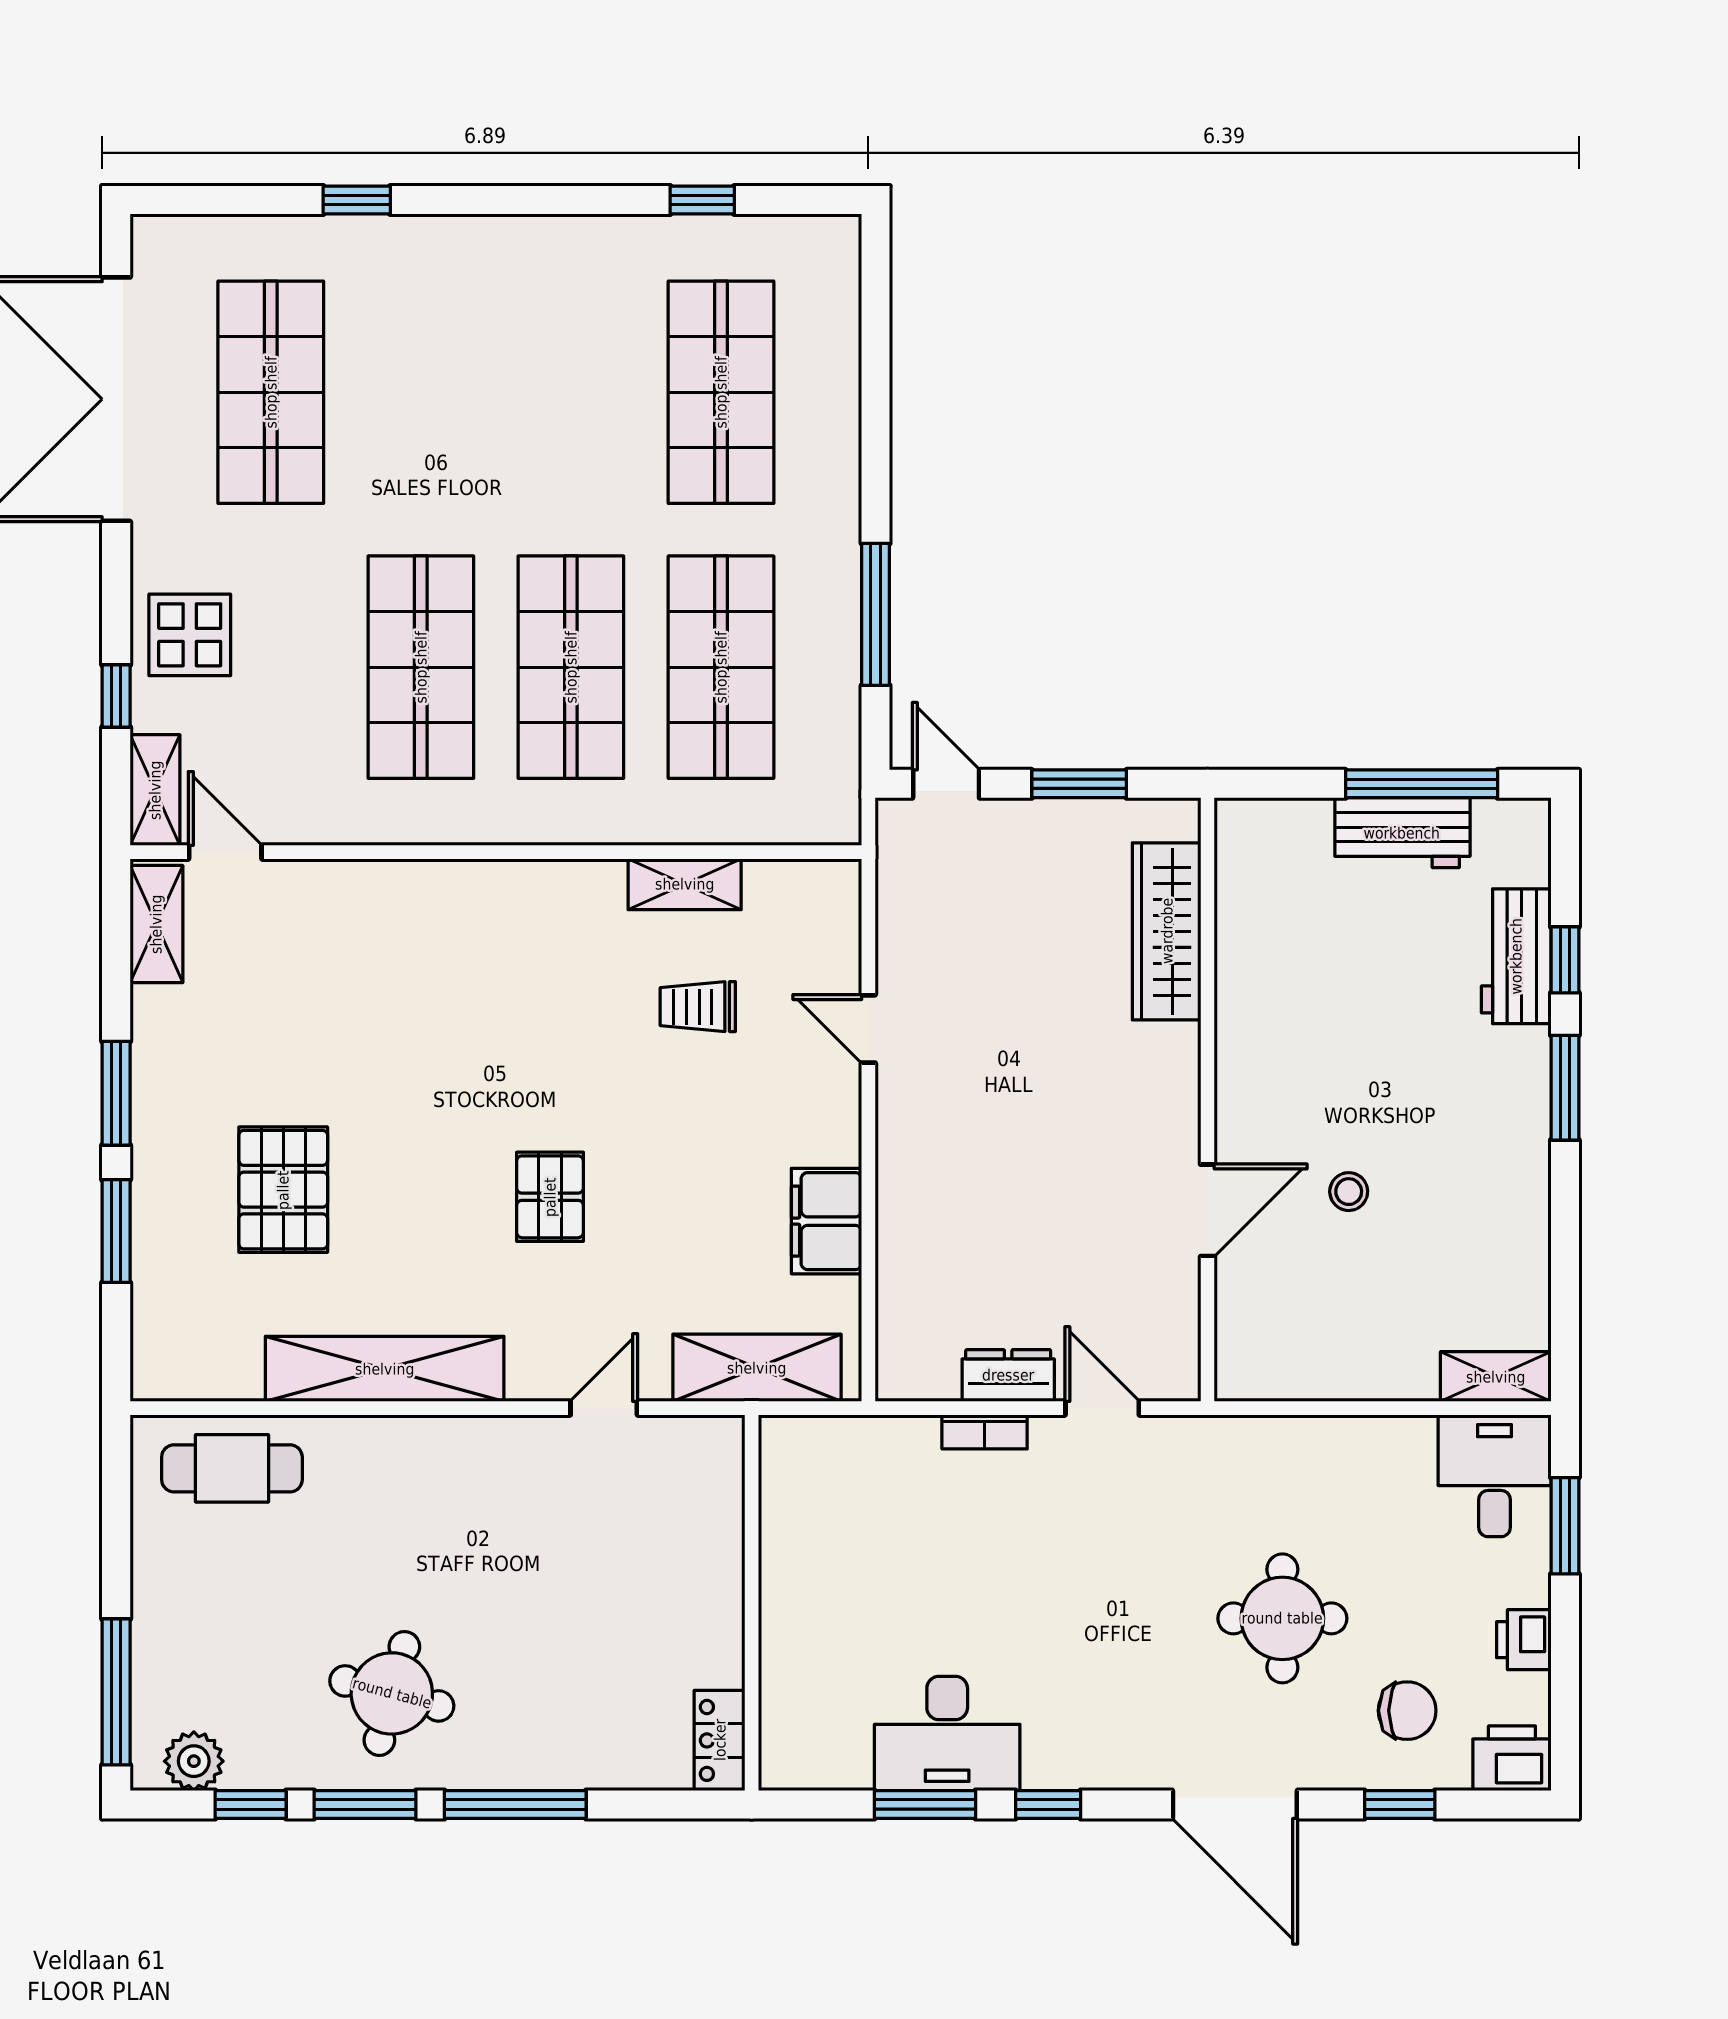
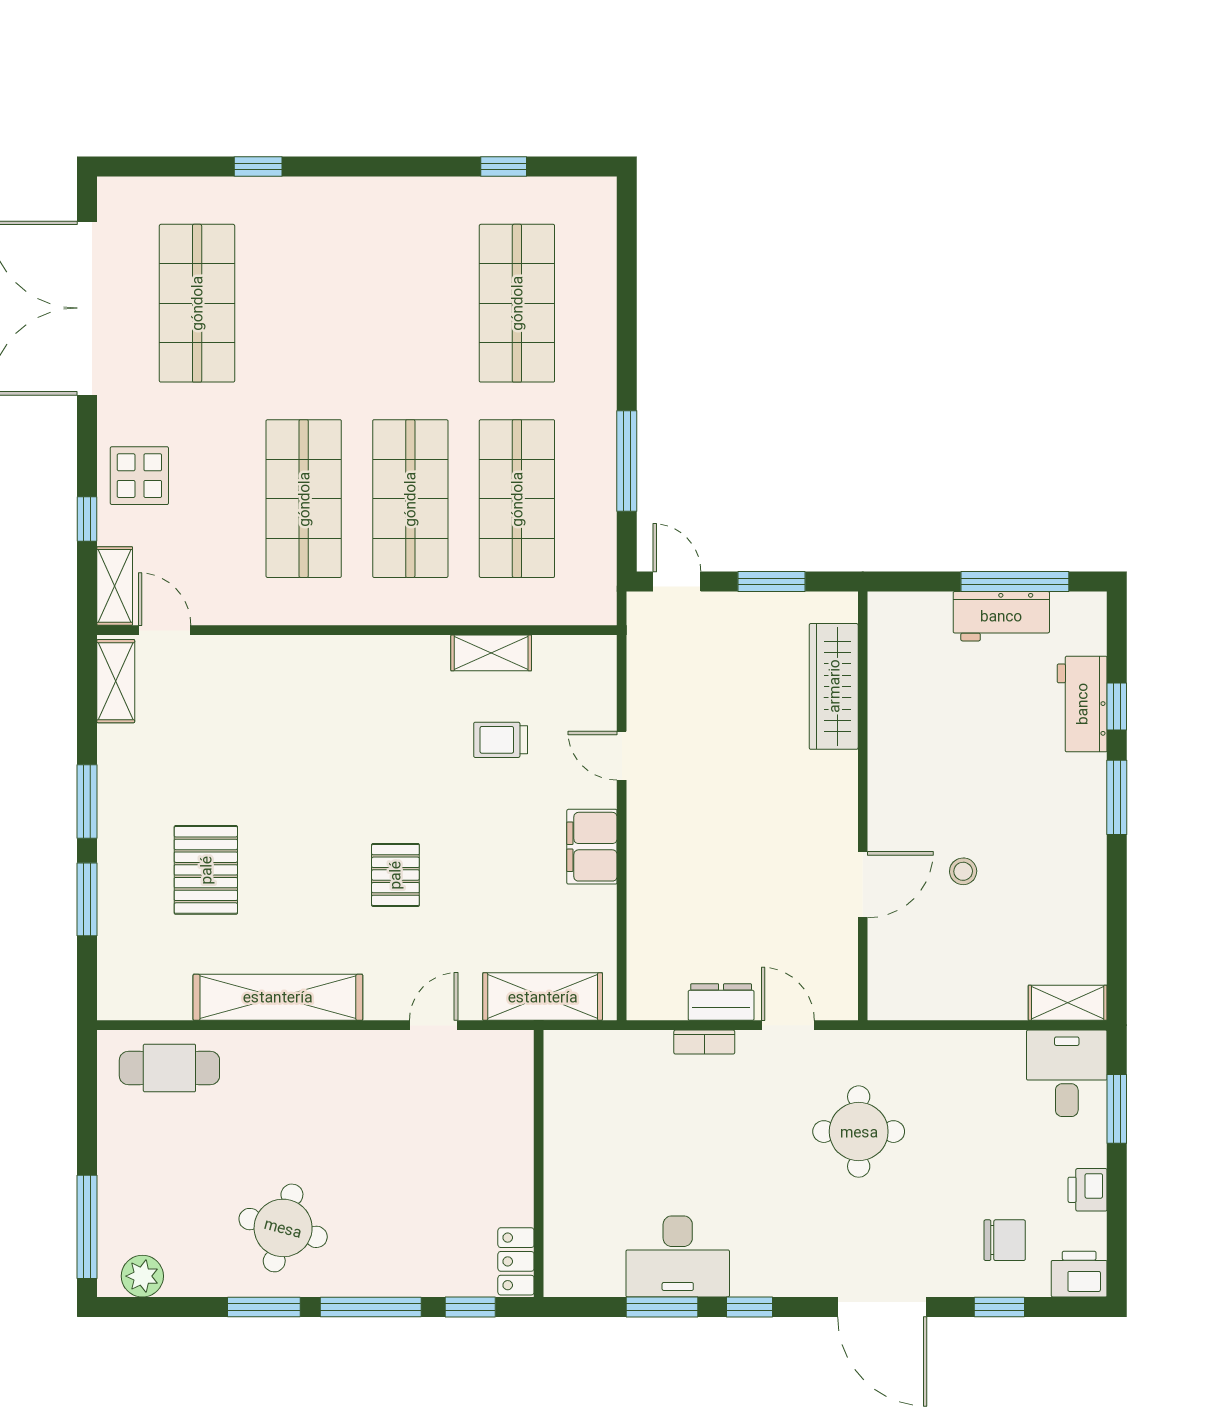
filing cabinet: (826, 1221) -> (592, 847), moved
round table: (1282, 1618) -> (859, 1132), moved
window: (251, 1805) -> (470, 1307), moved

